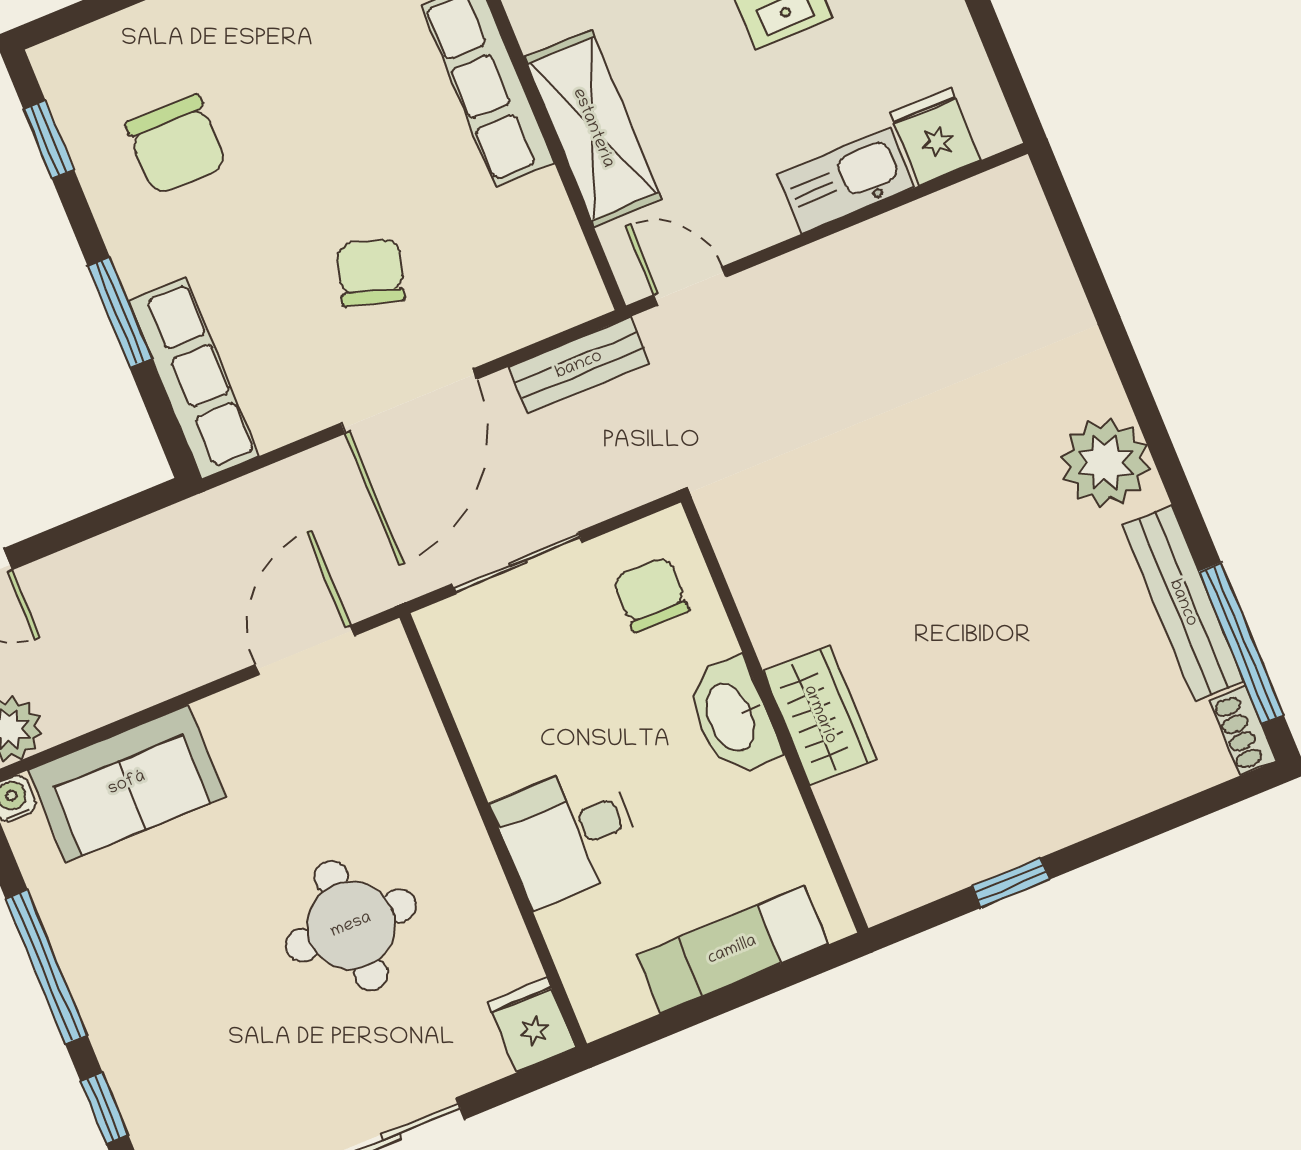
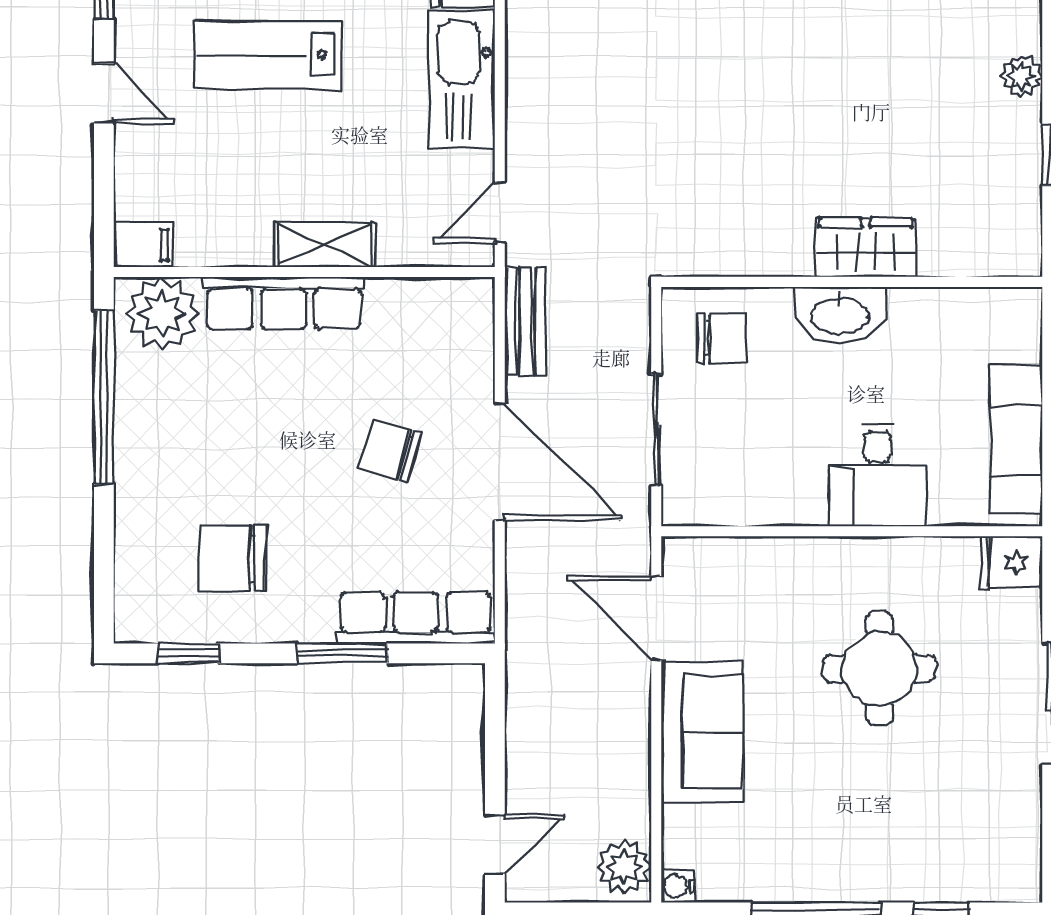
shelving: (593, 128) -> (325, 245), width x0.67, depth x0.75
chair: (176, 145) -> (233, 558), turned 180
kitchen sink: (846, 180) -> (462, 80), width x1.36, depth x1.24
chair: (651, 595) -> (722, 338), turned 180
sofa: (127, 783) -> (702, 732), moved
plant: (1085, 812) -> (1022, 76), added
exam couch: (732, 950) -> (1016, 439), moved

